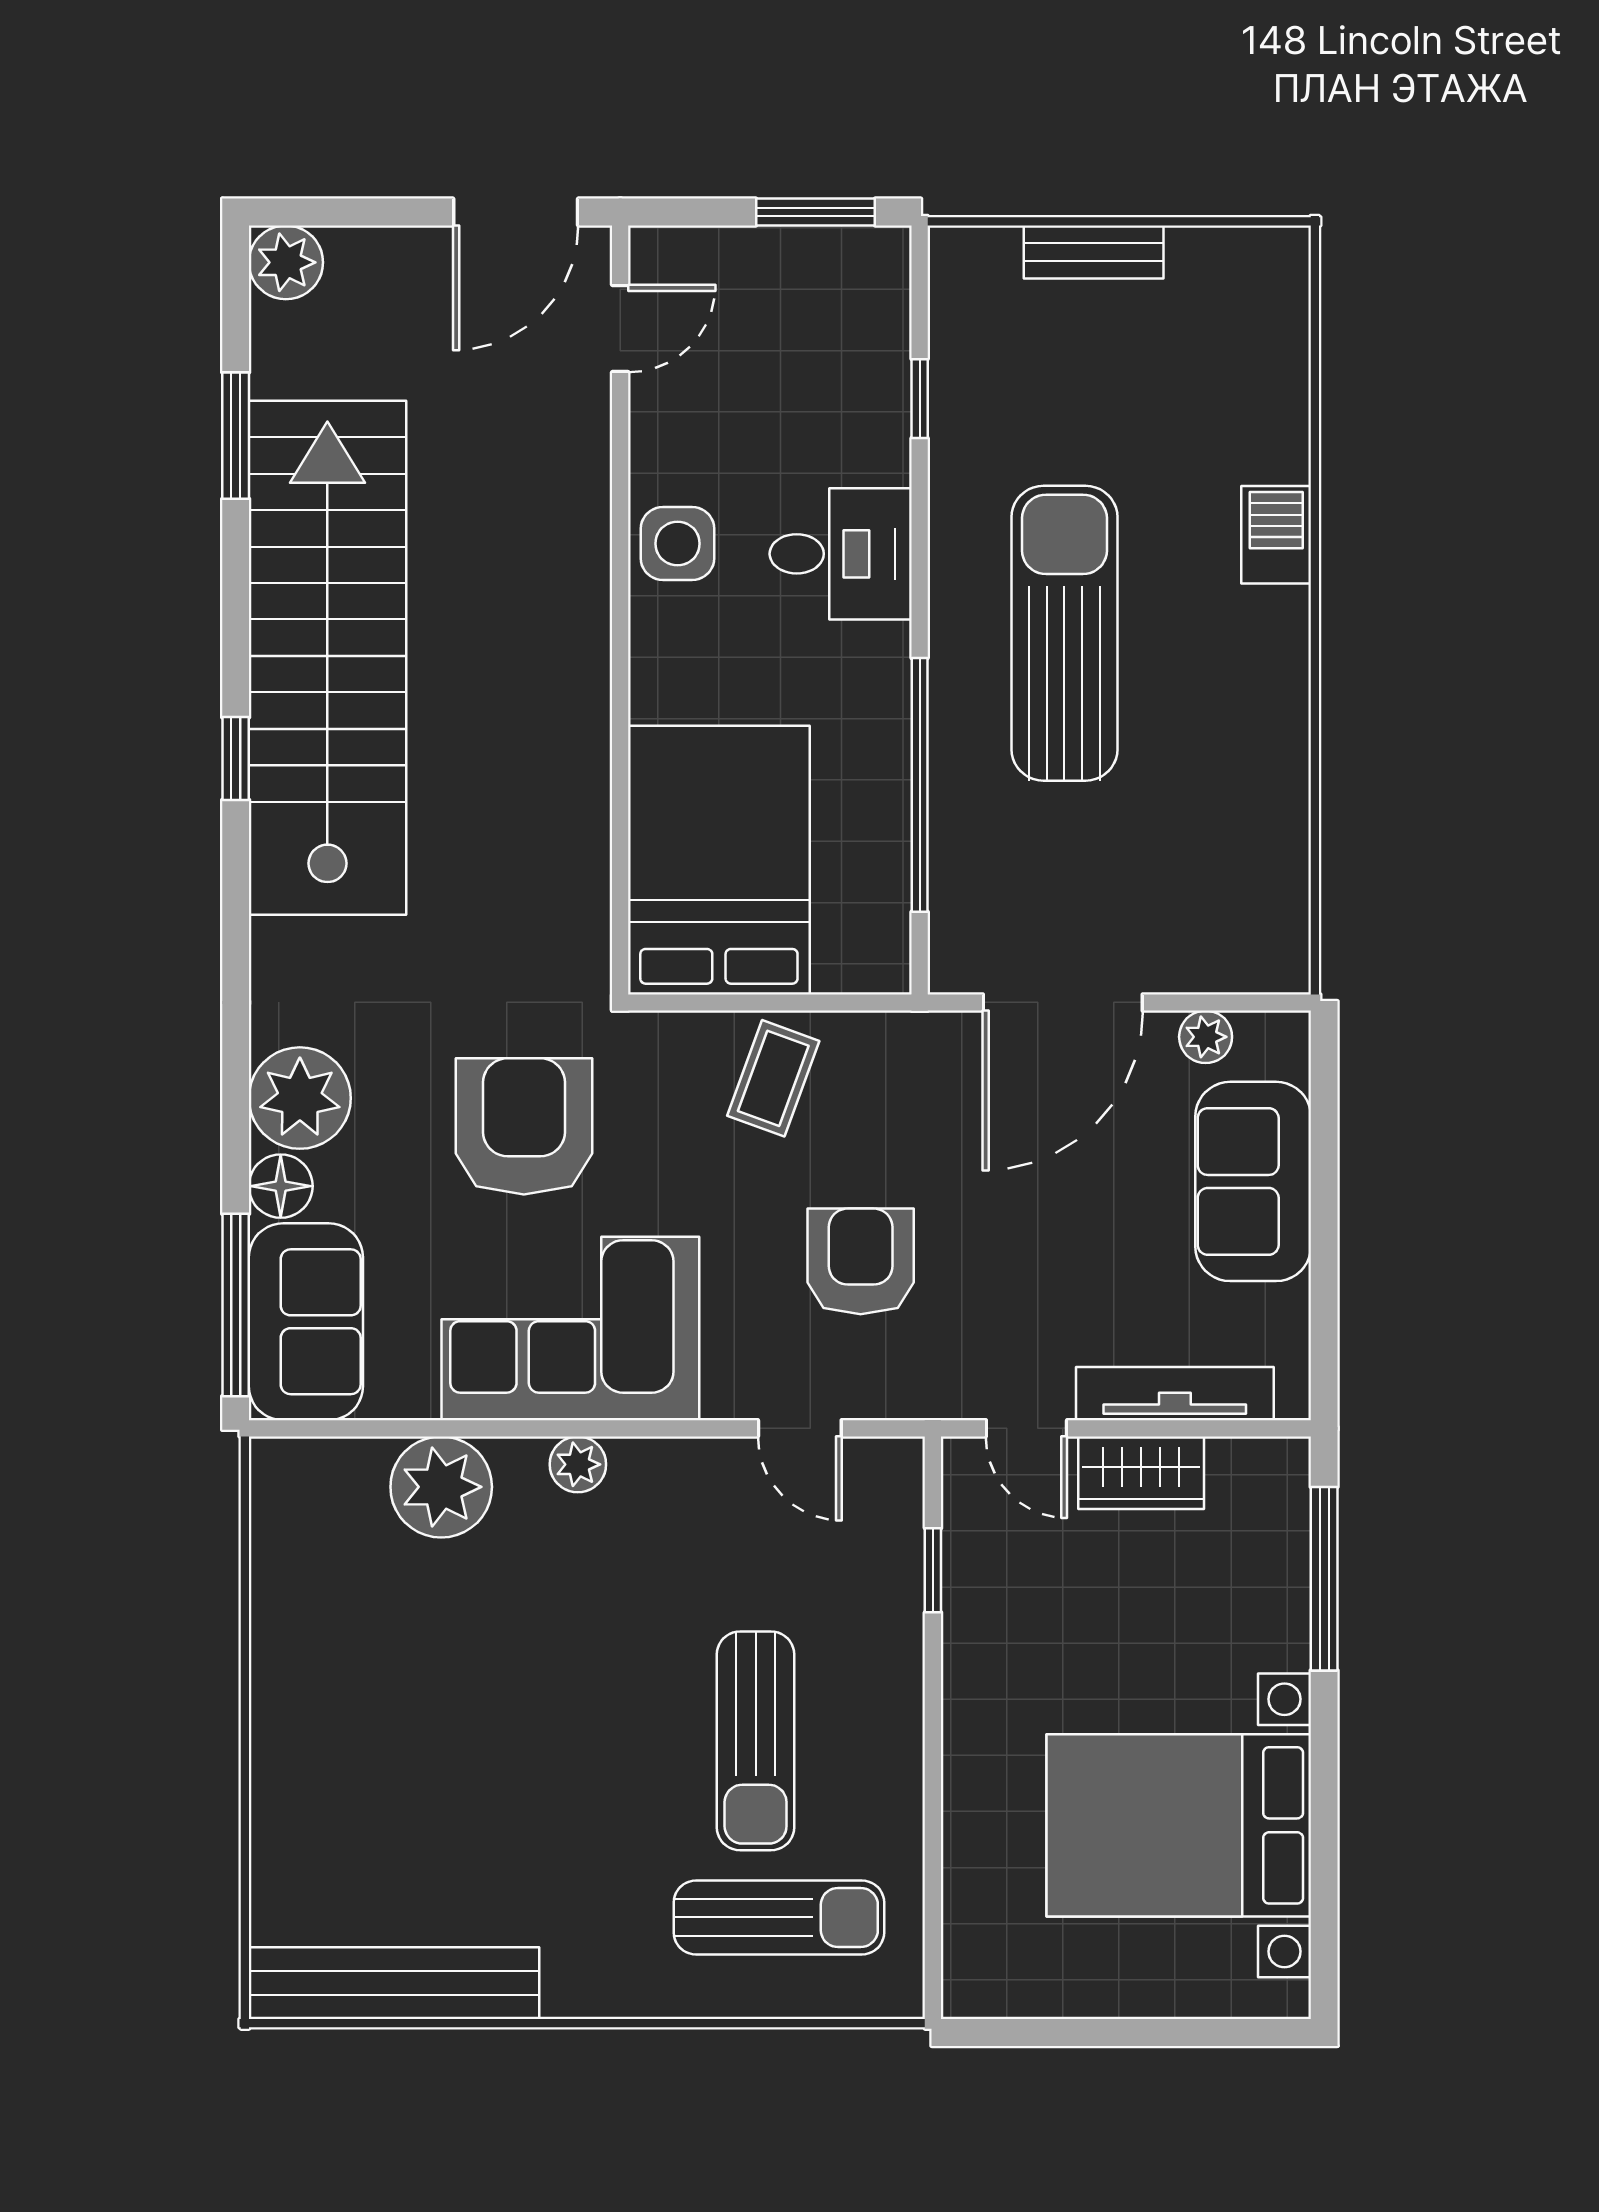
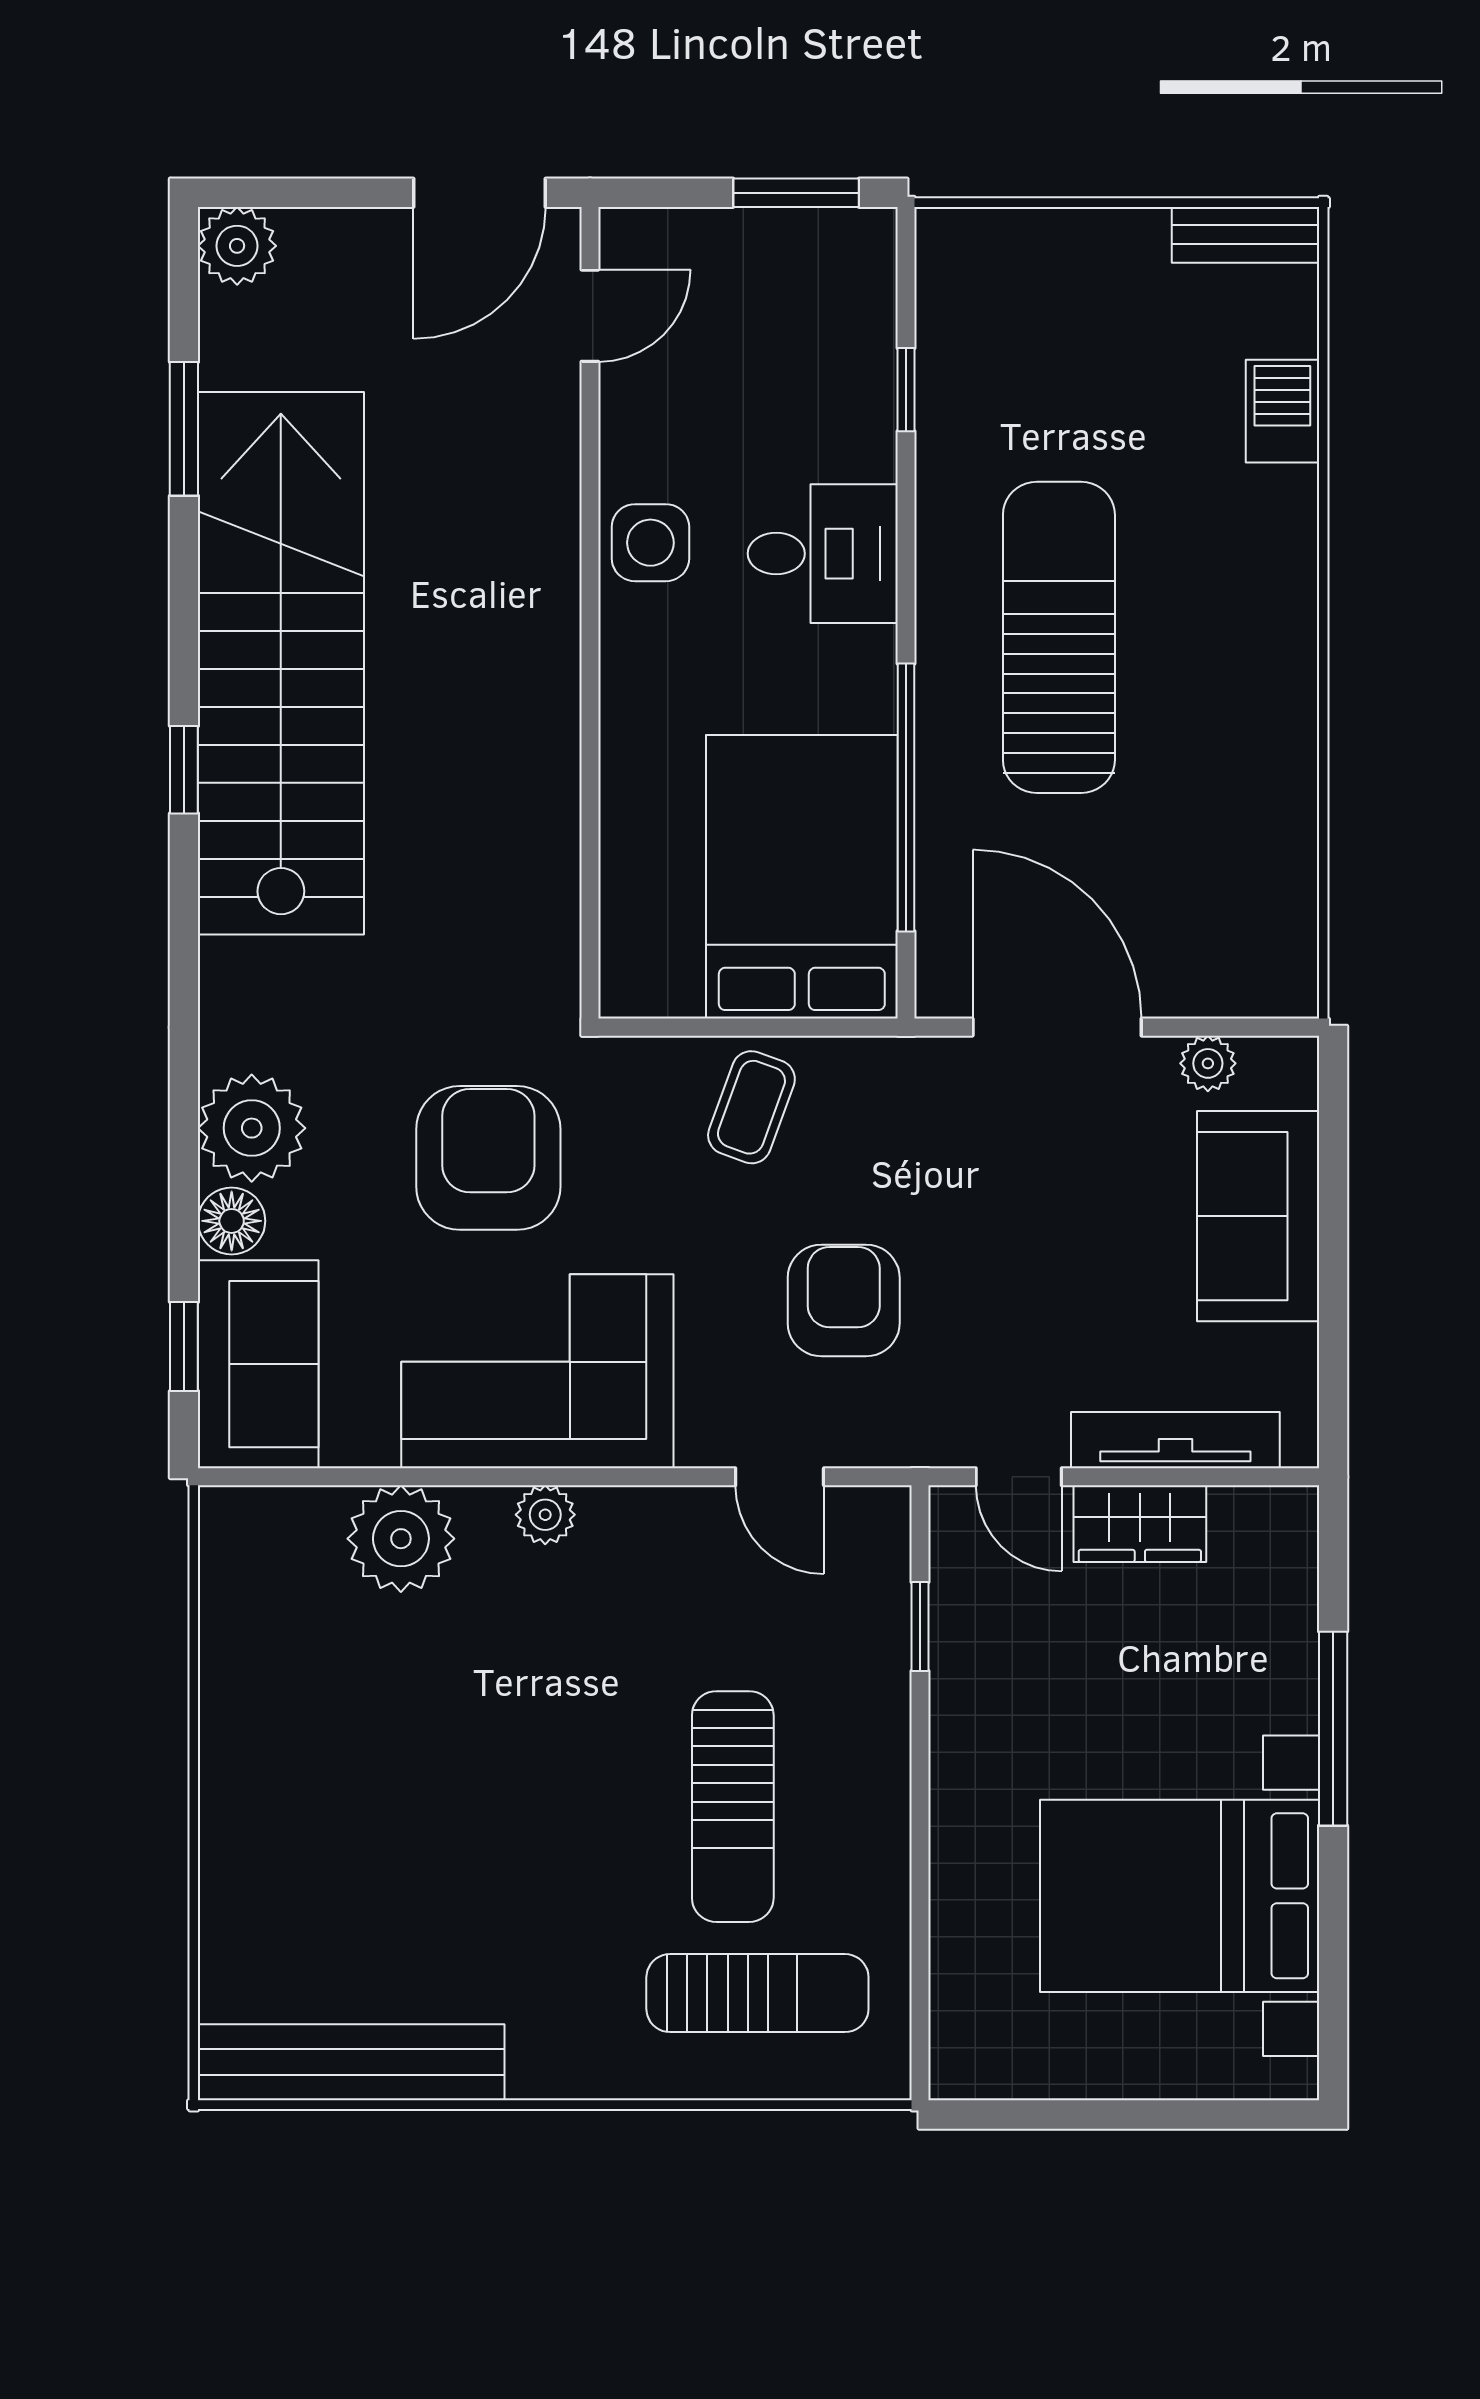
bench: (1094, 252) -> (1245, 235), moved
barbecue: (1276, 535) -> (1282, 411), moved
bed: (719, 860) -> (802, 877), moved
door: (1063, 1002) -> (1057, 1027), swing flipped
window: (236, 1305) -> (184, 1346), width x0.46
window: (1324, 1579) -> (1333, 1729), moved

